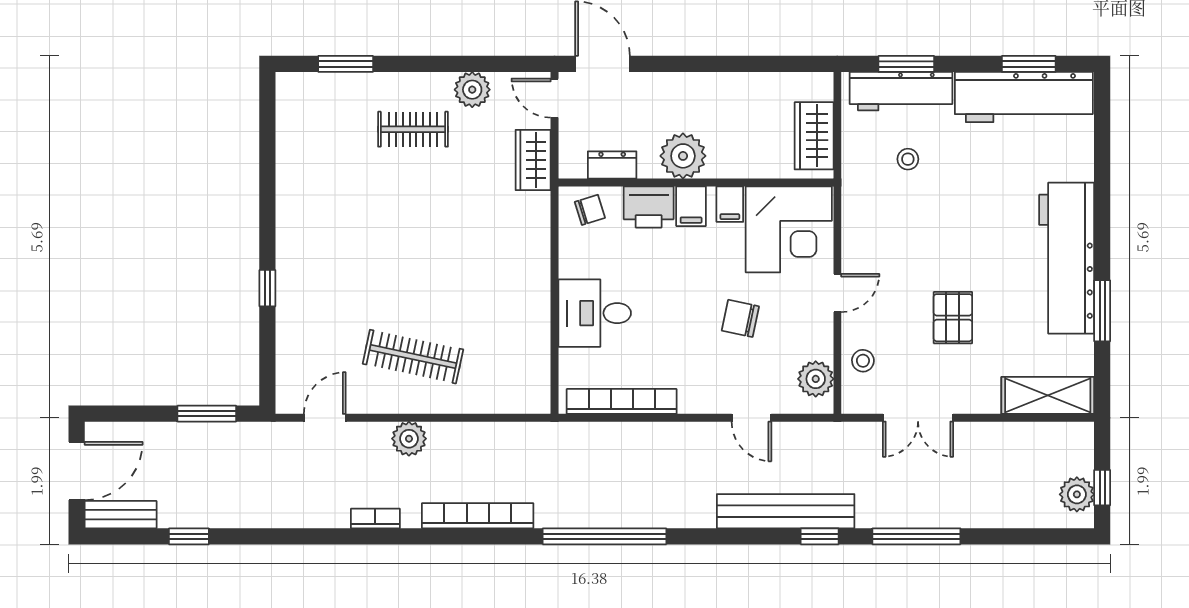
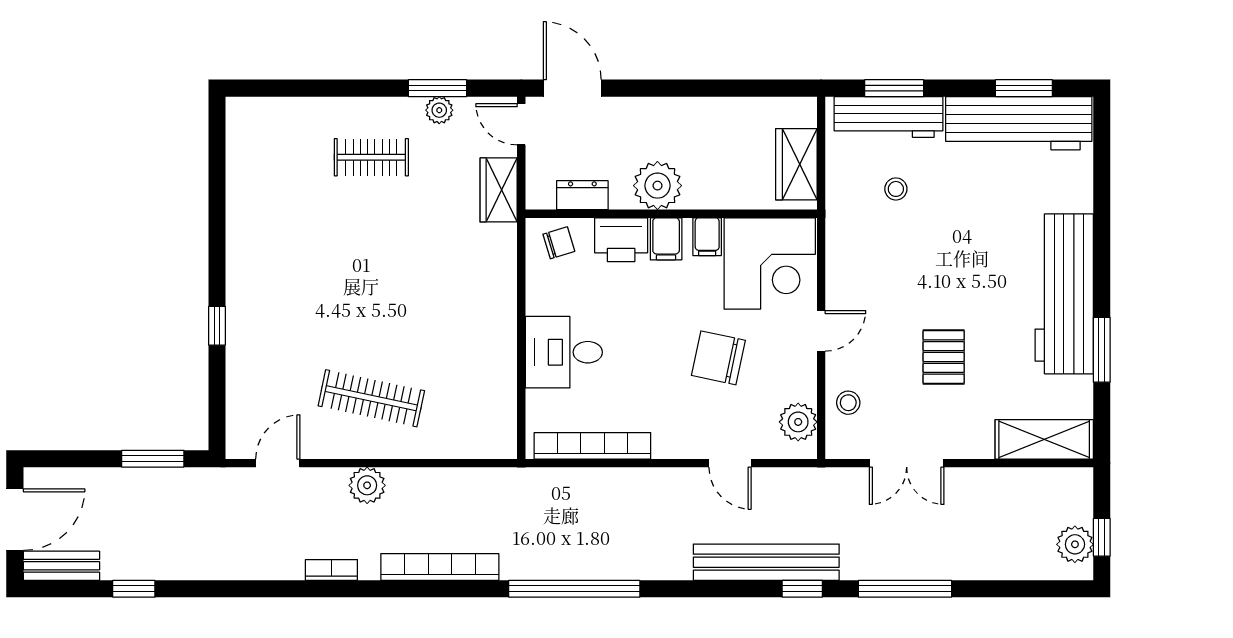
window: (346, 64) -> (437, 88), moved
plant: (472, 90) -> (439, 110), width x0.73, depth x0.73
chair: (740, 318) -> (718, 358), width x1.37, depth x1.37

